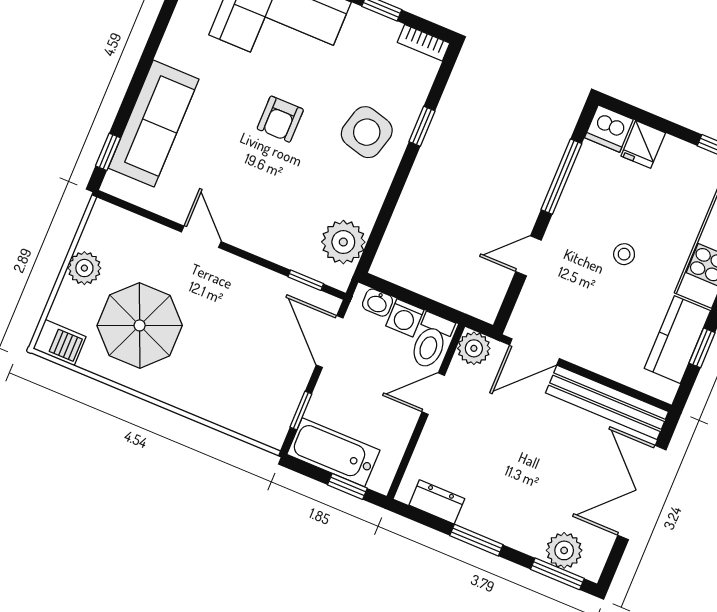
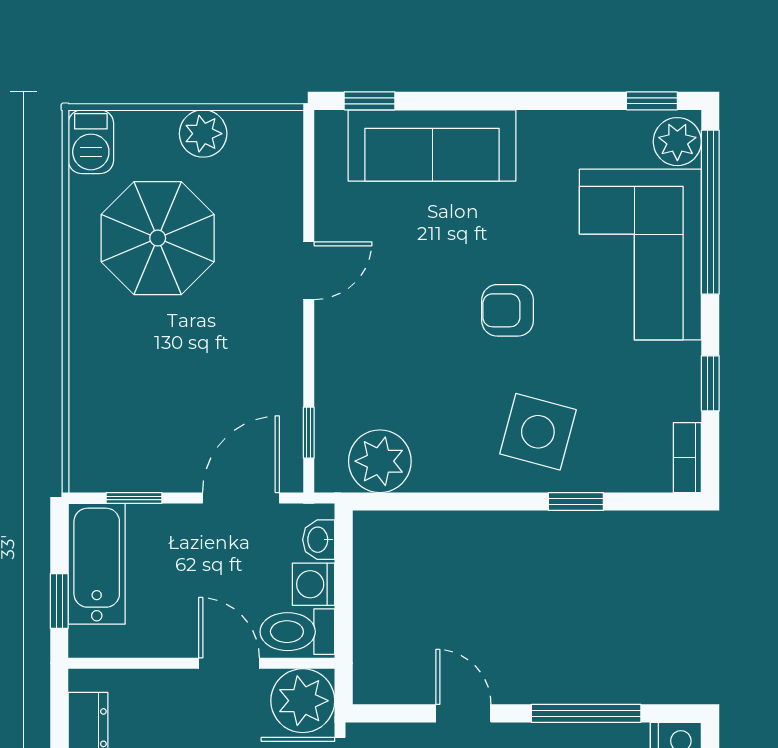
plant: (474, 348) -> (303, 701), width x1.36, depth x1.36

